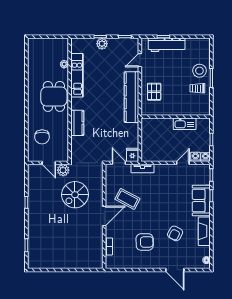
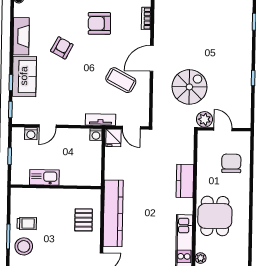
washing machine: (206, 157) -> (96, 135), moved
armchair: (175, 233) -> (62, 48), moved

